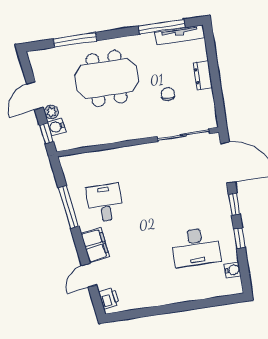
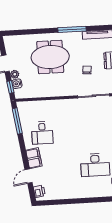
window: (162, 27) -> (72, 29), moved
window: (75, 40) -> (33, 32), removed
desk: (105, 203) -> (42, 133), turned 180
window: (68, 207) -> (17, 121), moved

